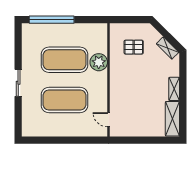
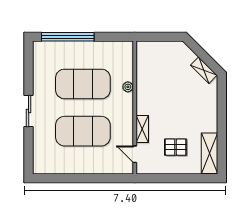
pallet: (134, 47) -> (176, 147), moved
plant: (99, 62) -> (128, 87), width x0.53, depth x0.53
shelving: (174, 89) -> (142, 129), moved

